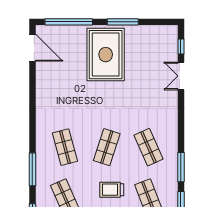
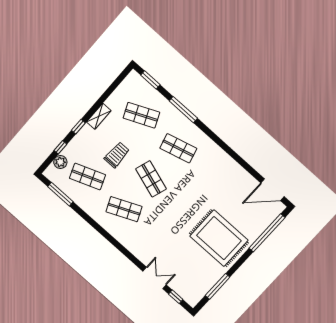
window: (123, 22) -> (218, 286), moved
window: (181, 167) -> (89, 220), removed

